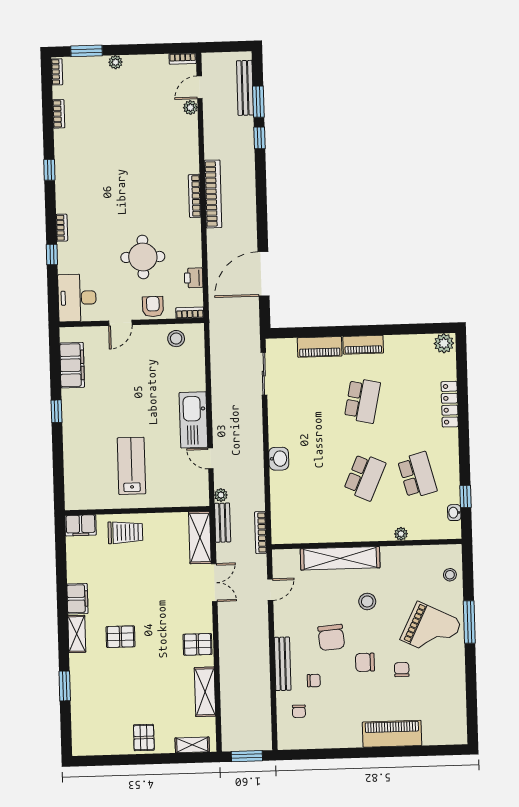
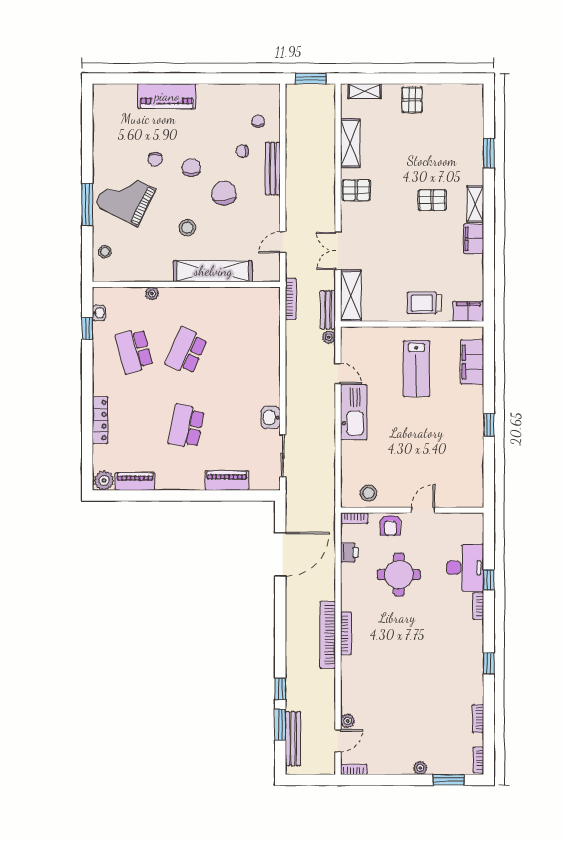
desk: (77, 298) -> (465, 568), moved
piano: (363, 345) -> (135, 481), moved
filing cabinet: (72, 365) -> (472, 362), moved
washbasin: (279, 459) -> (271, 418), moved
chair: (365, 662) -> (191, 168), turned -90

